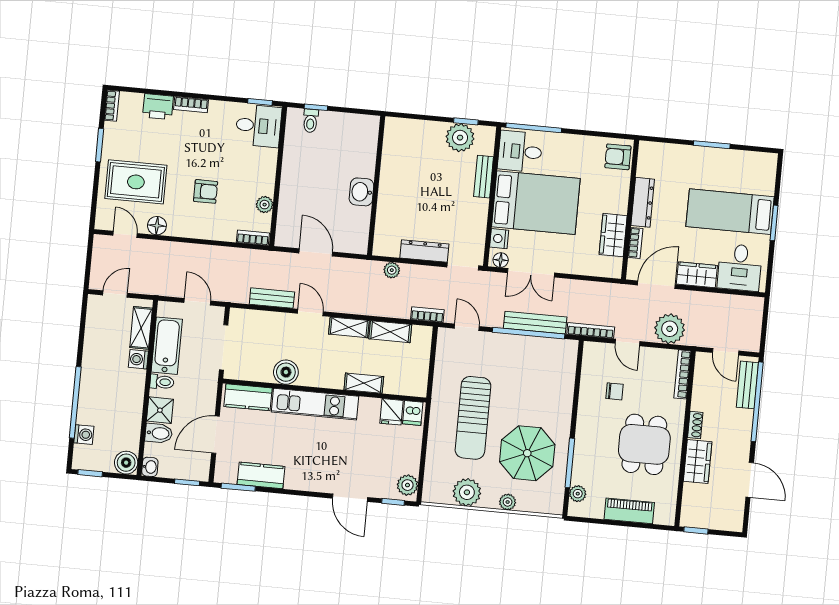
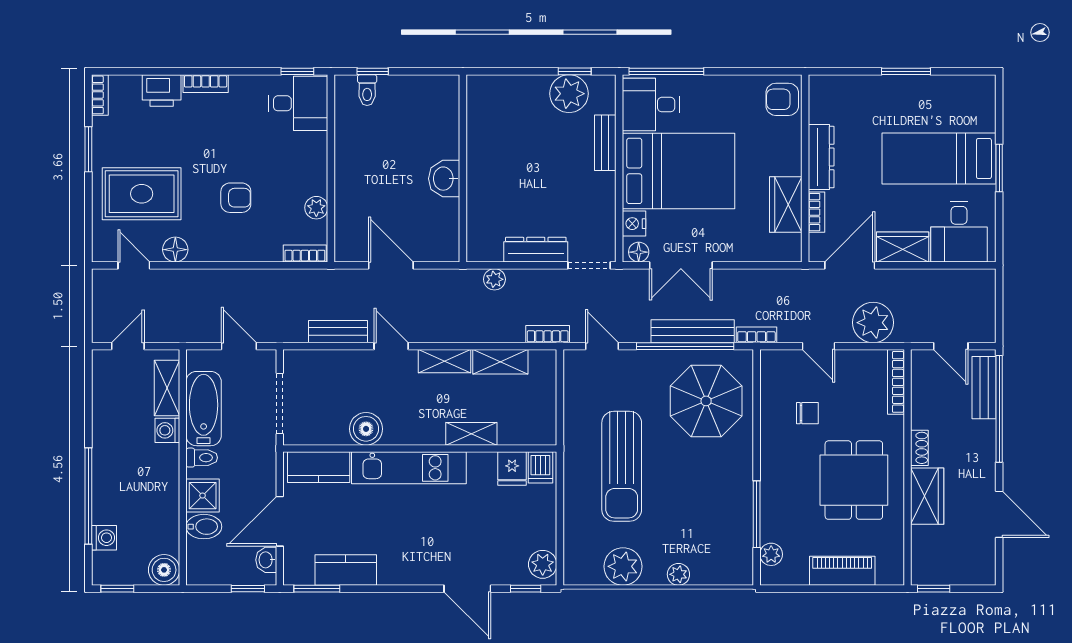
bookcase: (591, 331) -> (756, 335), width x0.64
parasol: (527, 453) -> (706, 401), moved
washbasin: (150, 467) -> (266, 560), moved, turned 180

